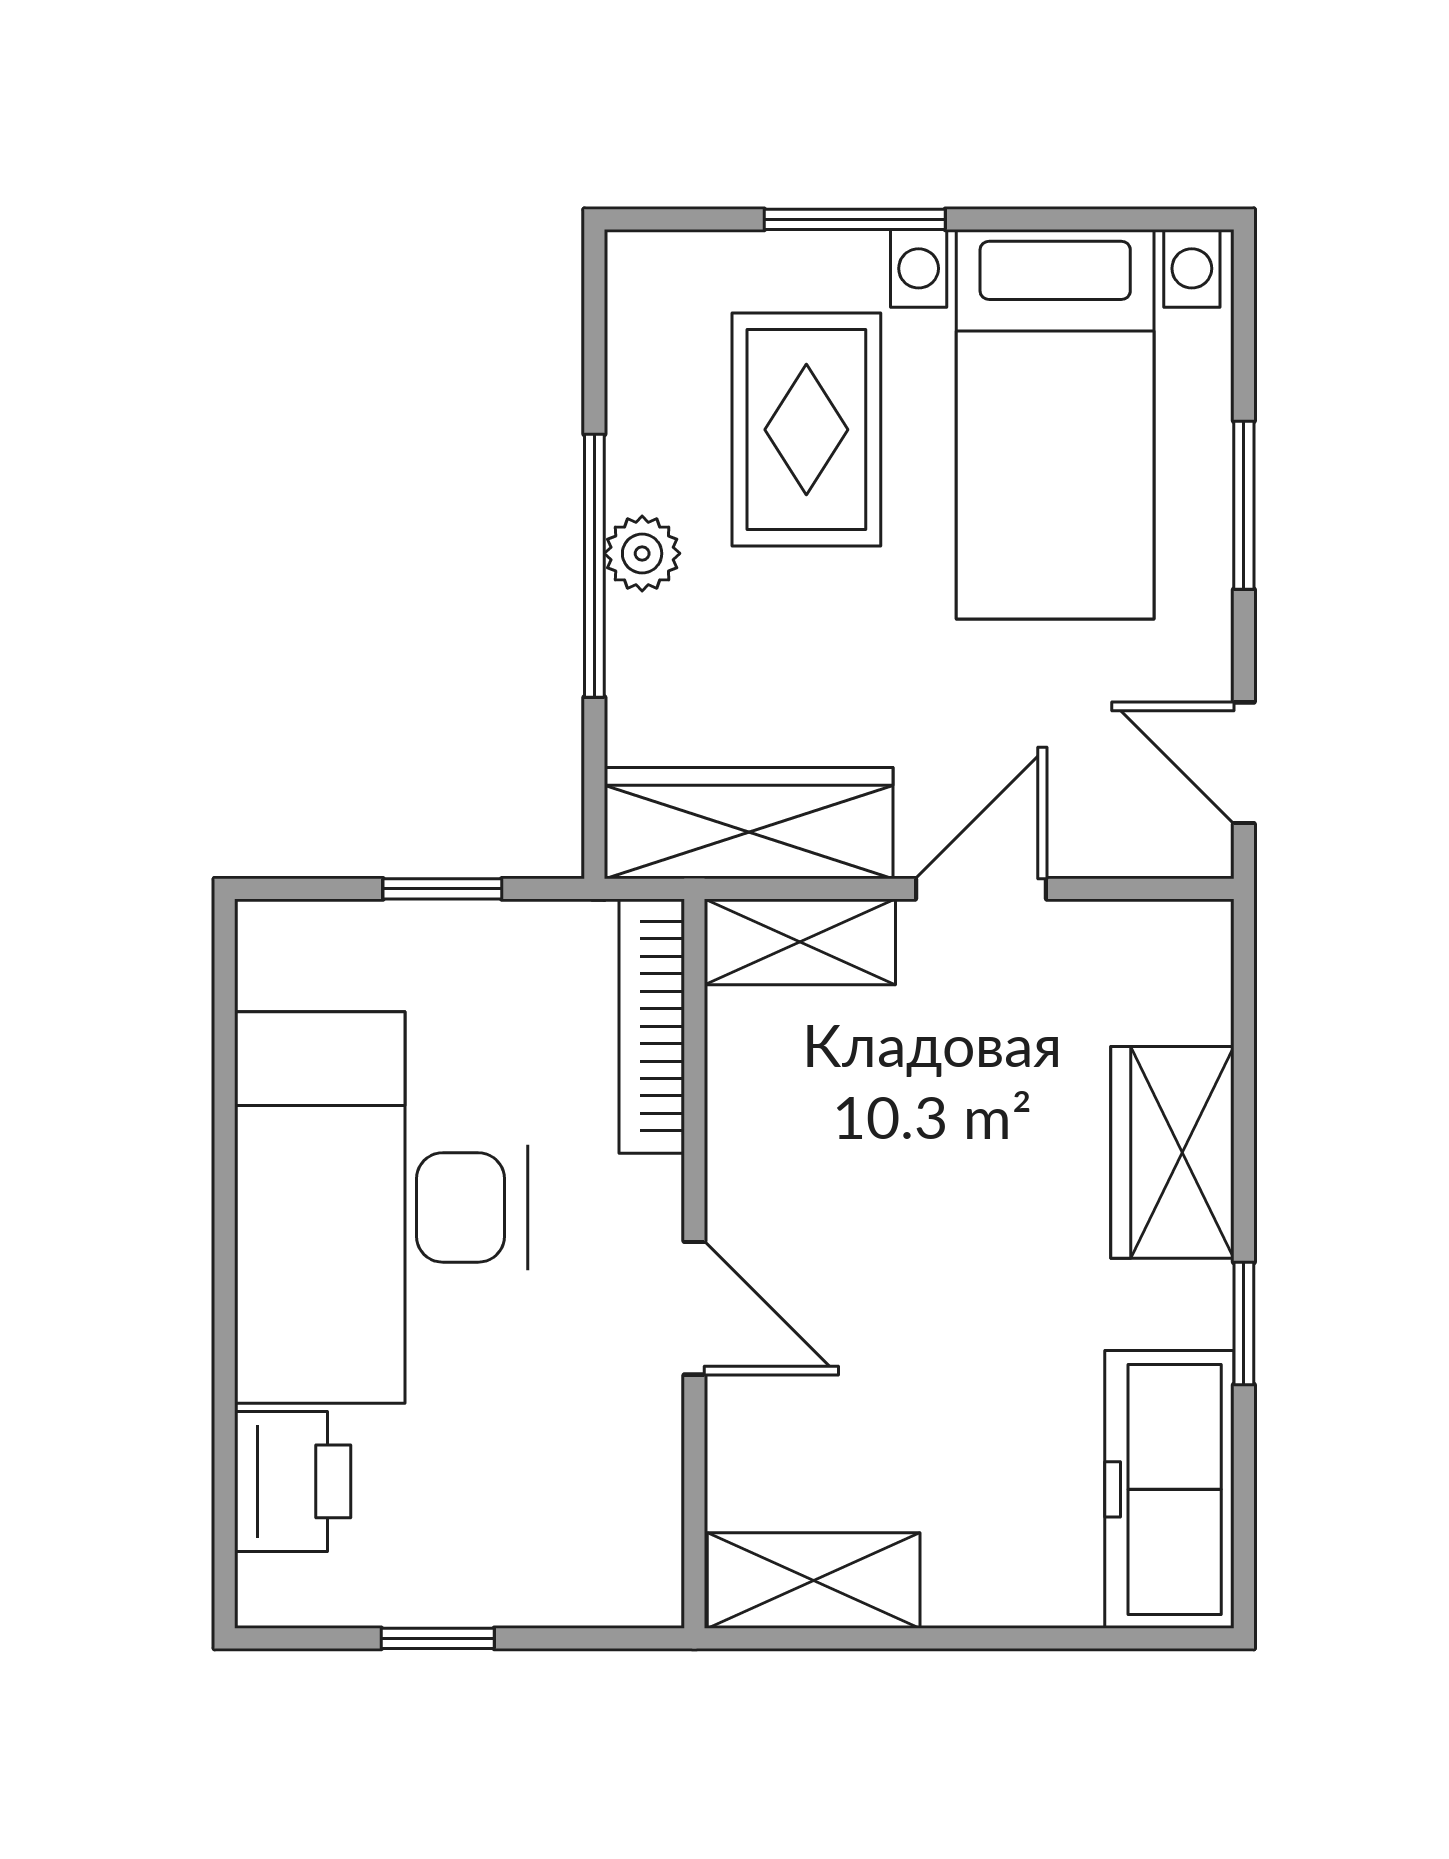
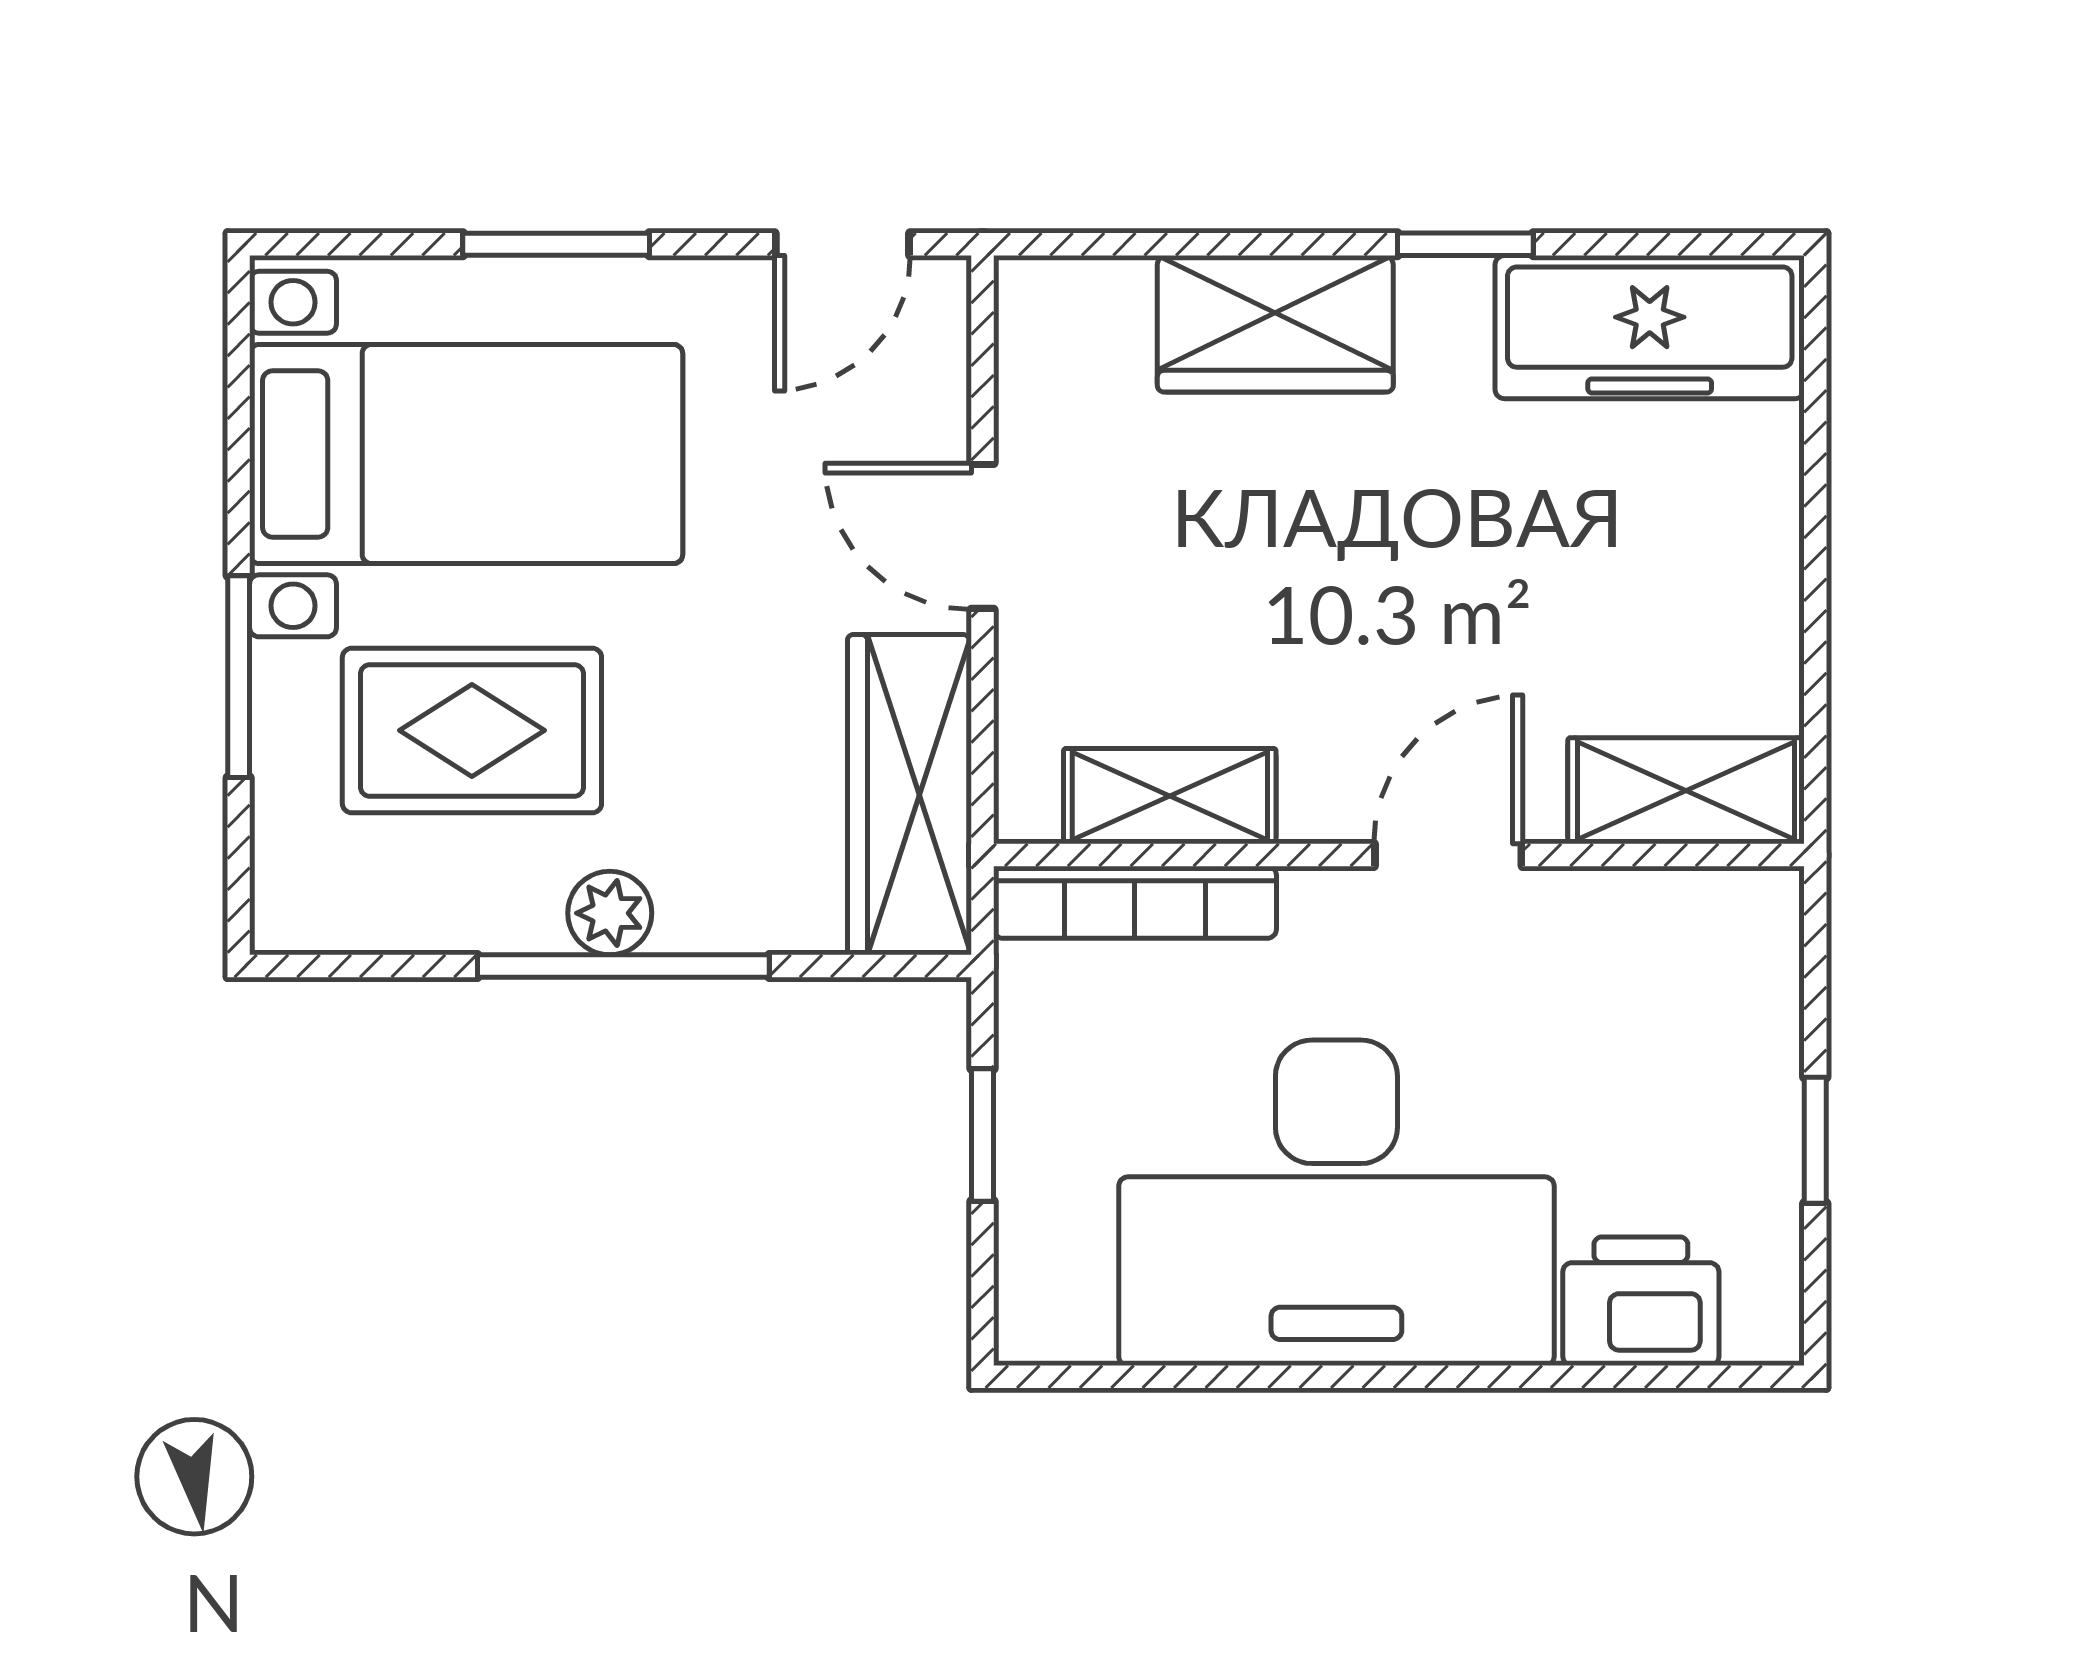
shelving: (800, 942) -> (1170, 796), moved, turned 90
shelving: (814, 1581) -> (1686, 791), moved, turned 90

